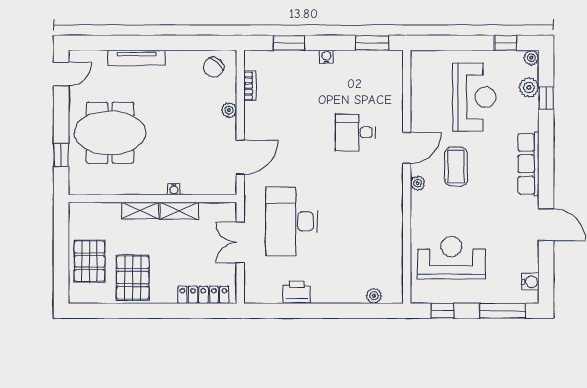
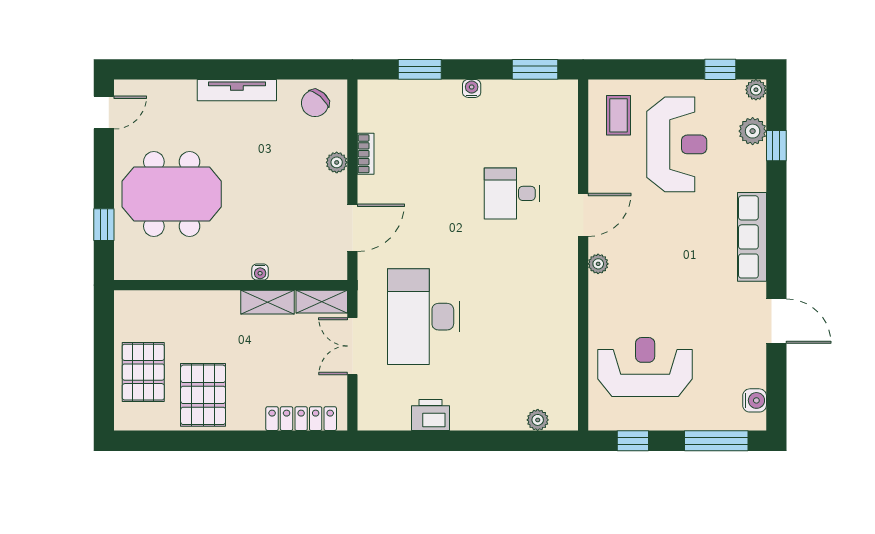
tv unit: (137, 58) -> (237, 90), moved
bookcase: (250, 86) -> (366, 154), moved
coffee table: (456, 167) -> (618, 115), moved, width x0.73, depth x0.77
shelving: (140, 210) -> (322, 302), moved

